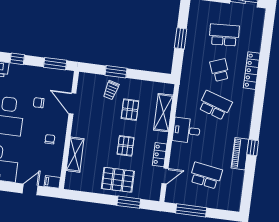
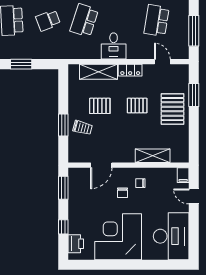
chair: (39, 103) -> (122, 193), moved
locker: (160, 155) -> (130, 70), moved

